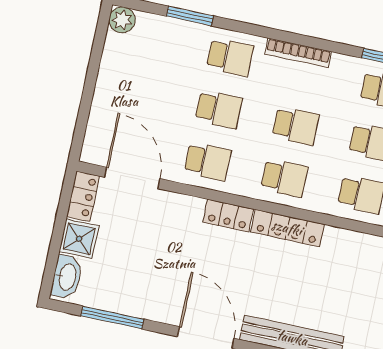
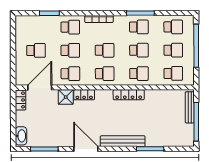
plant: (122, 20) -> (21, 21), removed
school desk: (142, 93) -> (36, 50), added
door: (132, 178) -> (40, 88), hinge flipped
locker: (287, 228) -> (129, 95), moved
shower: (79, 239) -> (66, 97), moved

